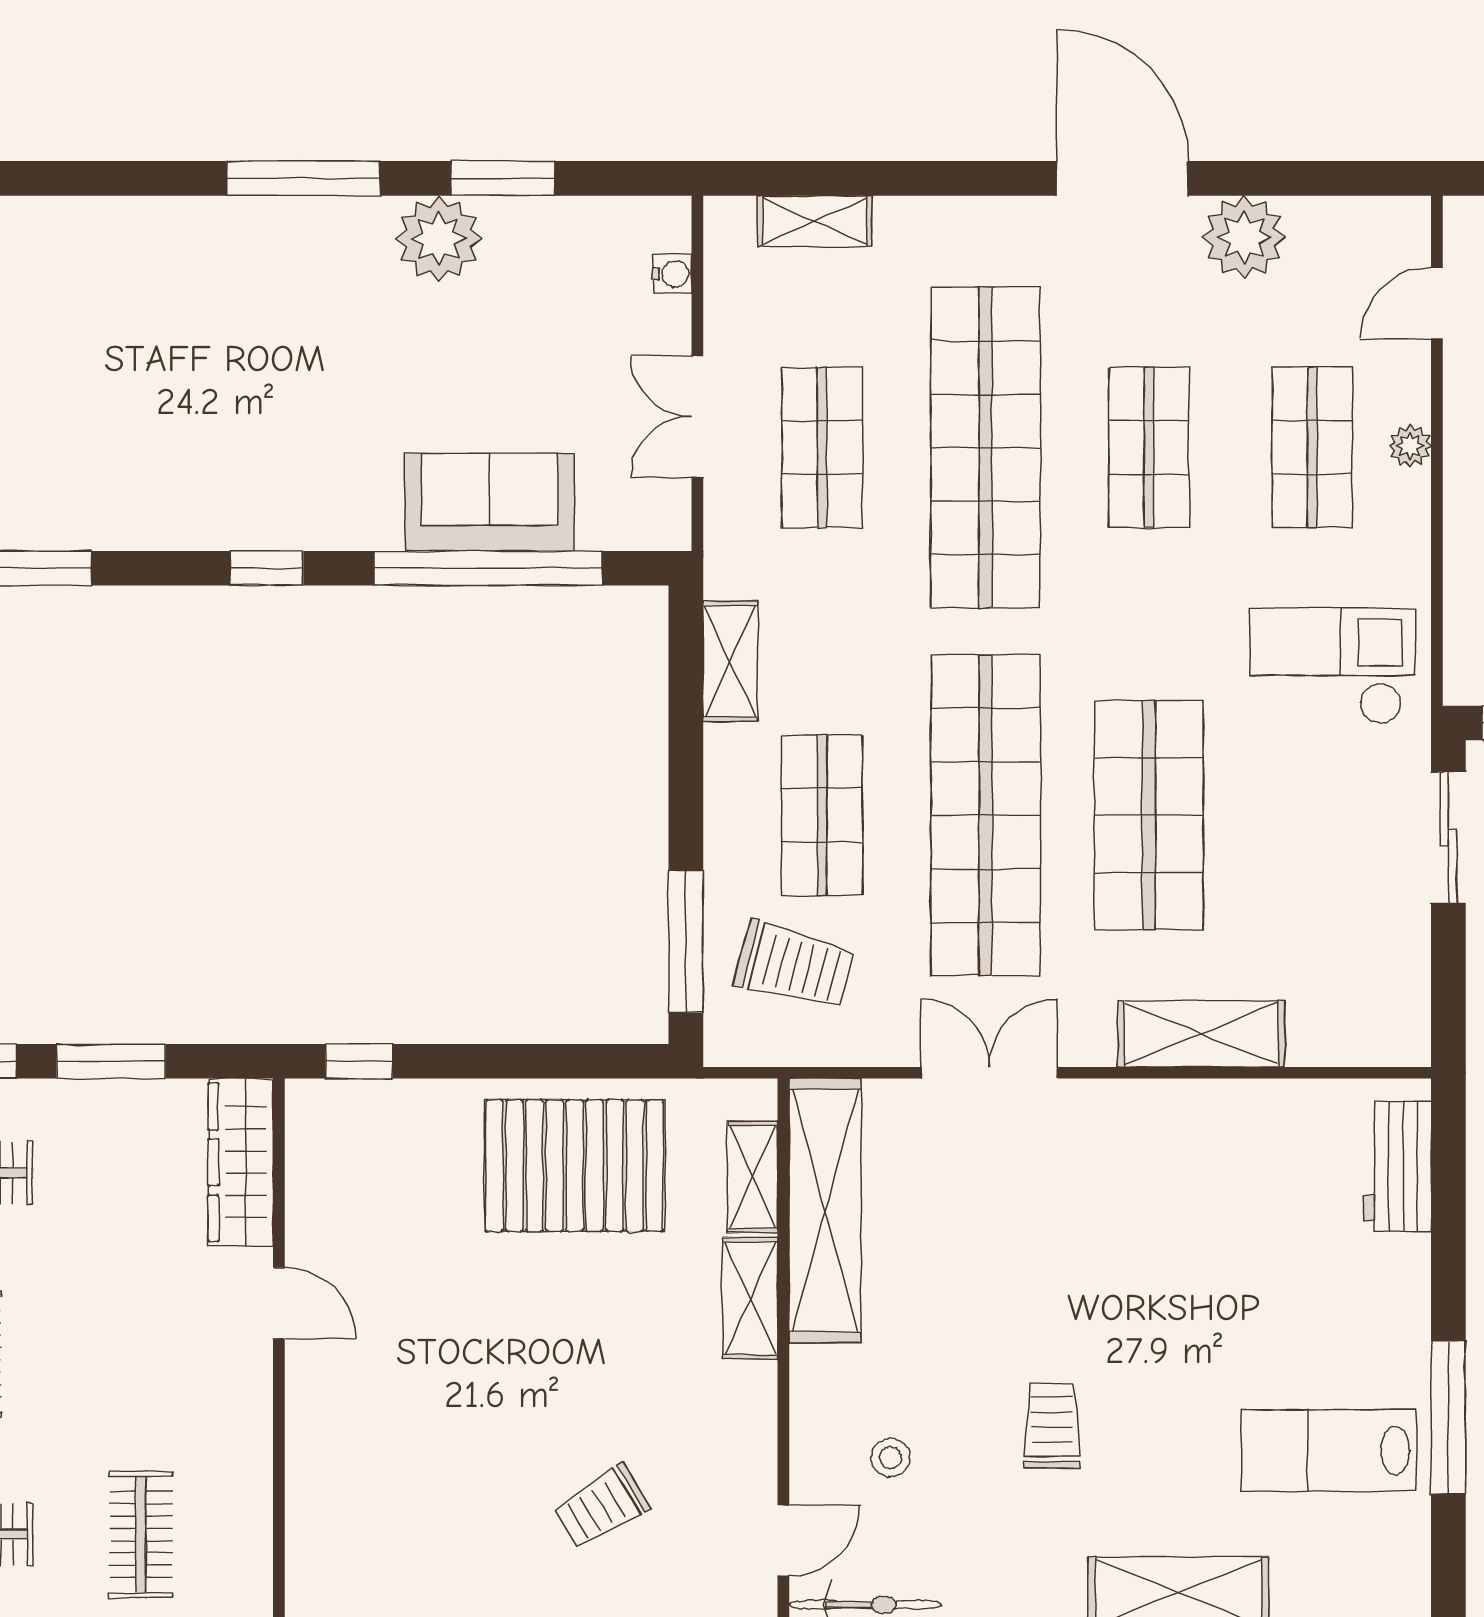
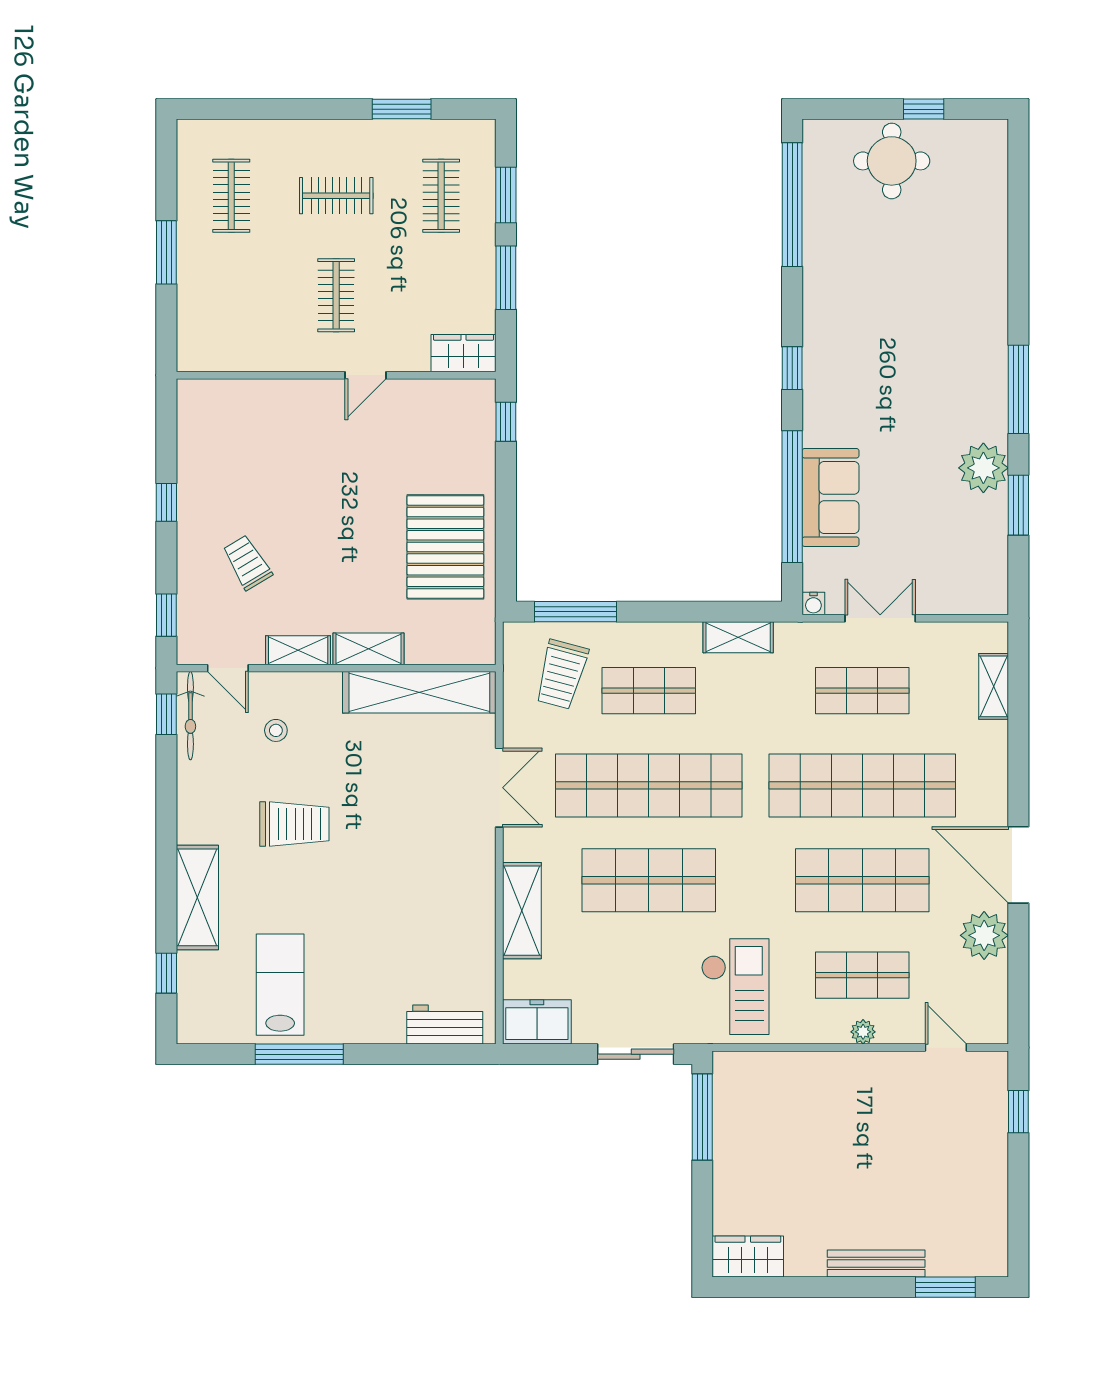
door: (1122, 178) -> (1018, 865), swing flipped
water cooler: (672, 274) -> (813, 604), moved
shop shelf: (1149, 447) -> (862, 880), width x1.43, depth x1.36
freezer: (1393, 1008) -> (537, 1022), added
wardrobe: (241, 1162) -> (463, 353), width x0.67
shelving: (753, 1177) -> (298, 650), moved
trolley: (1052, 1426) -> (294, 824), width x1.36, depth x1.39
clothes rail: (141, 1535) -> (336, 295), moved, turned 90

